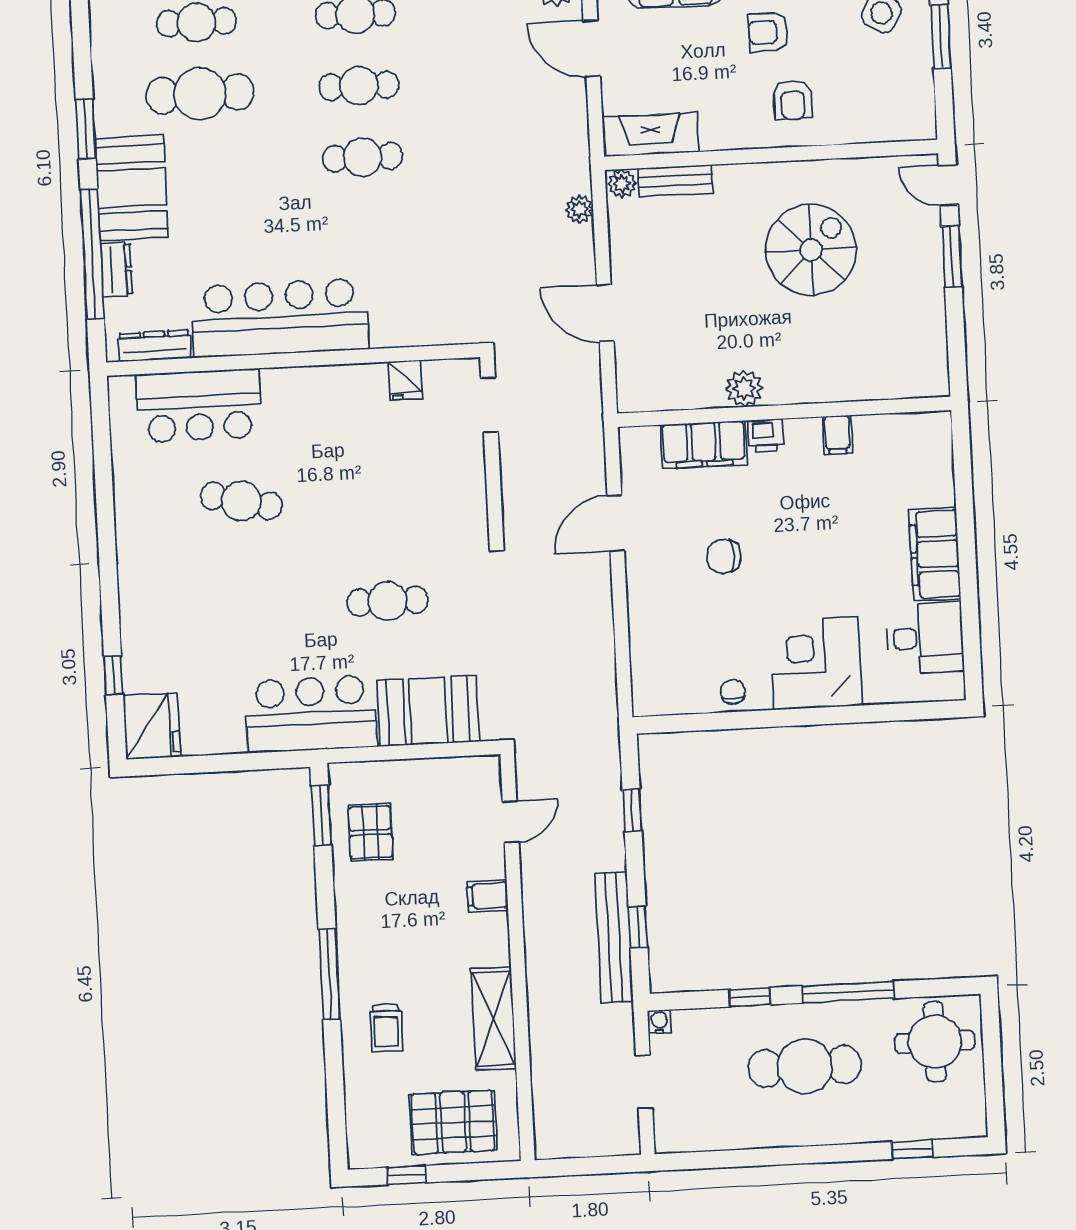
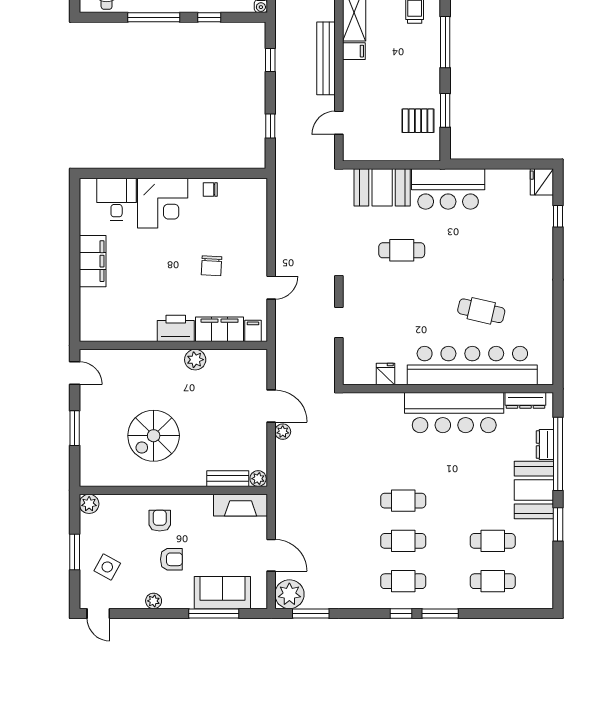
cafe table: (200, 94) -> (493, 541), width x0.73, depth x0.74
plant: (919, 123) -> (89, 504), added
door: (948, 185) -> (75, 373), moved
plant: (579, 209) -> (283, 432), moved
doorway: (489, 405) -> (339, 322), moved
bar counter: (199, 406) -> (472, 366), width x1.86
printer: (766, 435) -> (176, 328), width x1.87, depth x1.48
filing cabinet: (837, 435) -> (253, 331), moved
door: (616, 523) -> (271, 288), width x0.73
chair: (724, 557) -> (212, 266), turned 93
desk: (925, 638) -> (117, 199), moved, turned 90
chair: (733, 692) -> (210, 189), turned 90
fridge: (152, 726) -> (542, 182), width x0.73, depth x0.75
window: (321, 815) -> (445, 110), moved
pallet: (370, 832) -> (418, 121), turned 90
filing cabinet: (488, 896) -> (354, 51), moved
bench: (614, 938) -> (326, 58), moved

